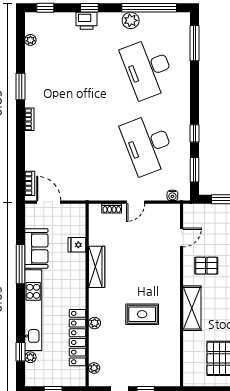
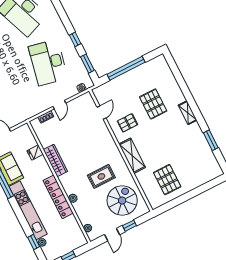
desk: (148, 144) -> (48, 62), turned 33
locker: (78, 338) -> (58, 197), moved
spiral stairs: (152, 356) -> (122, 200), added

